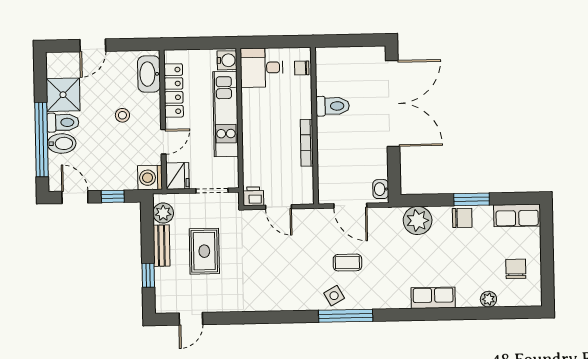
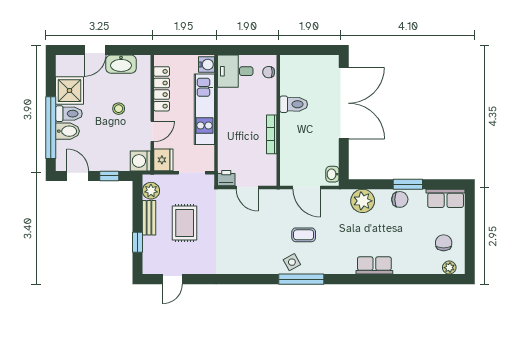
washbasin: (149, 74) -> (121, 64), moved, turned -90
plant: (488, 299) -> (449, 268), moved

